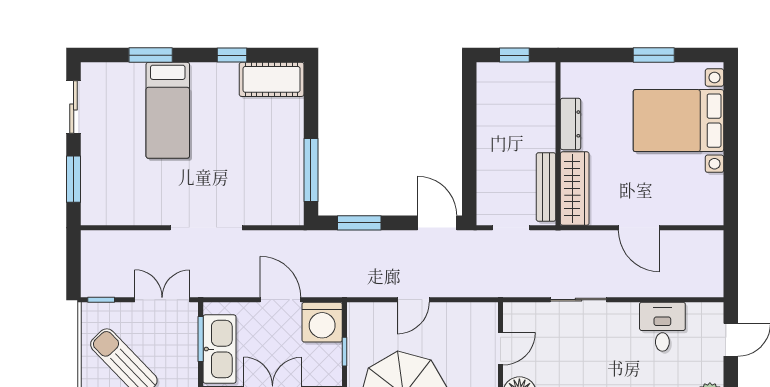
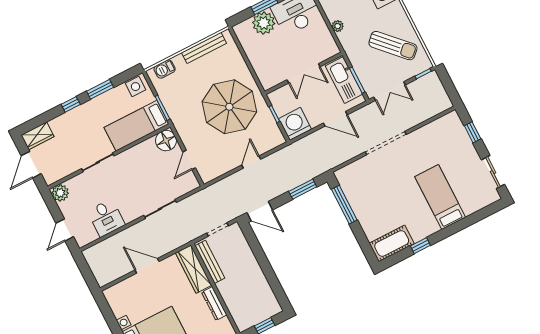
window: (151, 55) -> (465, 223), removed
window: (74, 179) -> (473, 132), width x0.67
door: (280, 300) -> (335, 119), moved

